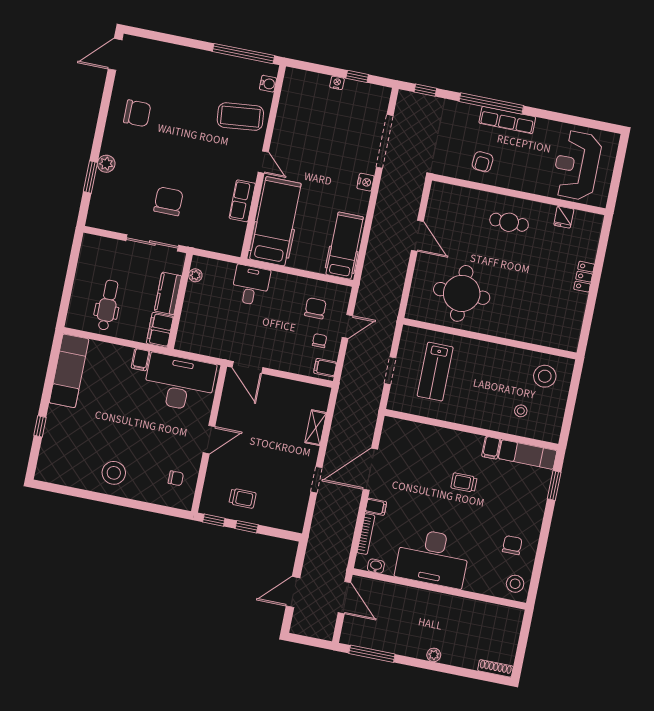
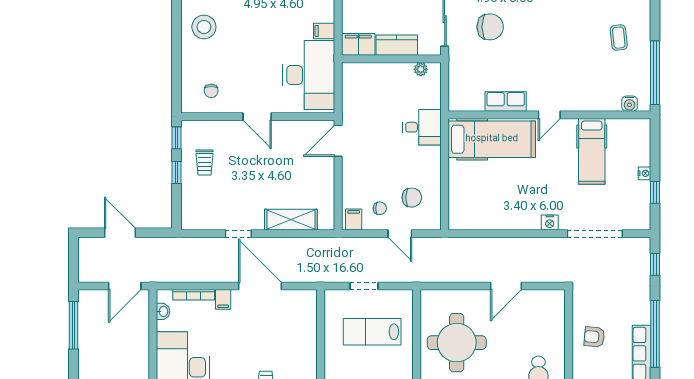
coffee table: (240, 117) -> (619, 38), moved, width x0.54, depth x0.58
hospital bed: (345, 246) -> (592, 151), moved, turned 90
shelving: (316, 428) -> (291, 220), width x1.50, depth x1.33

